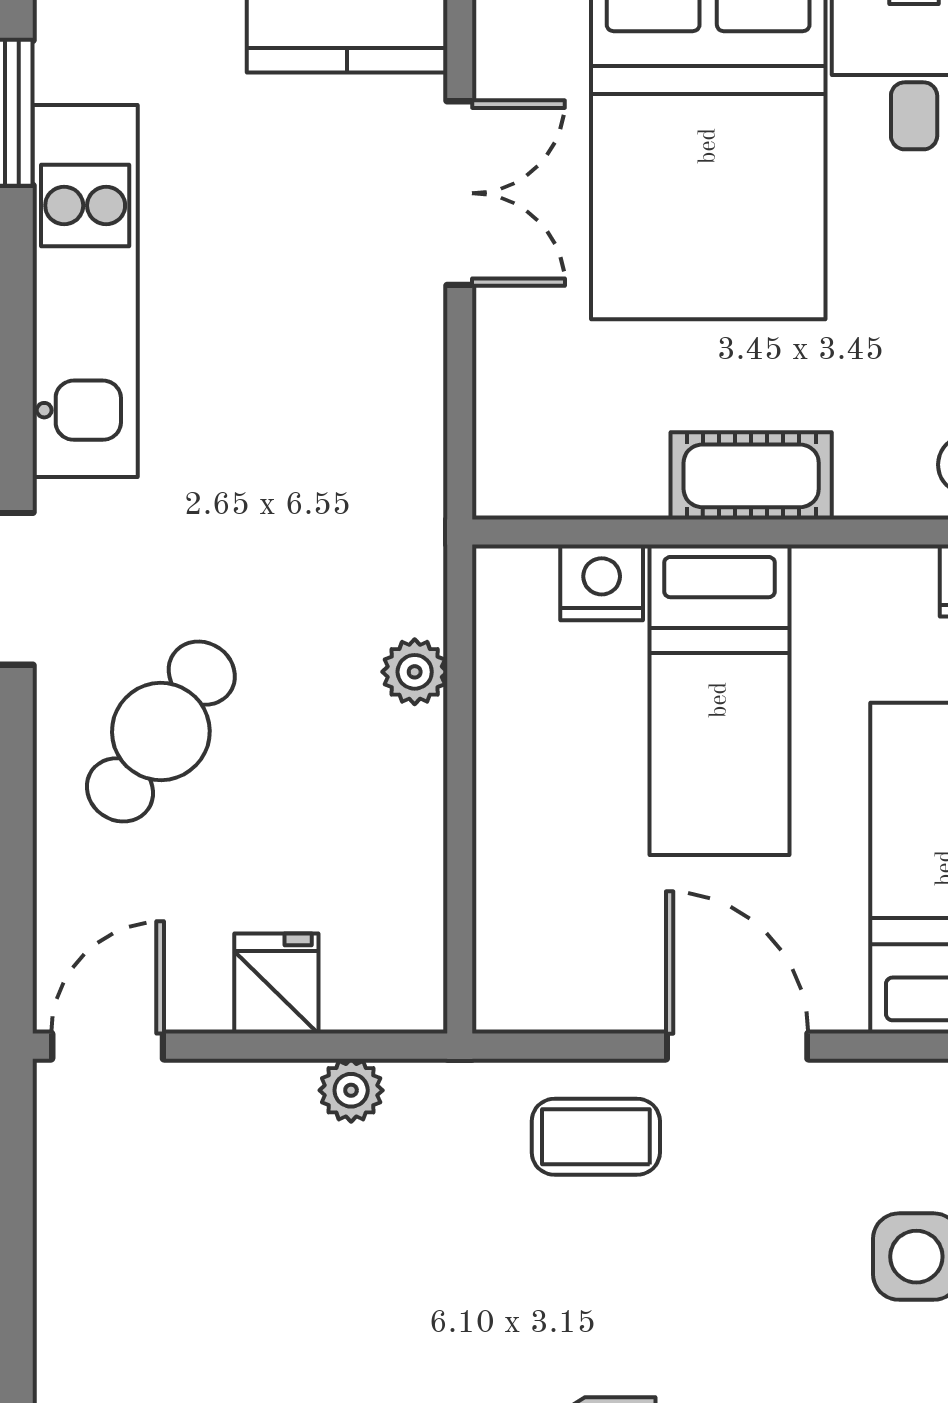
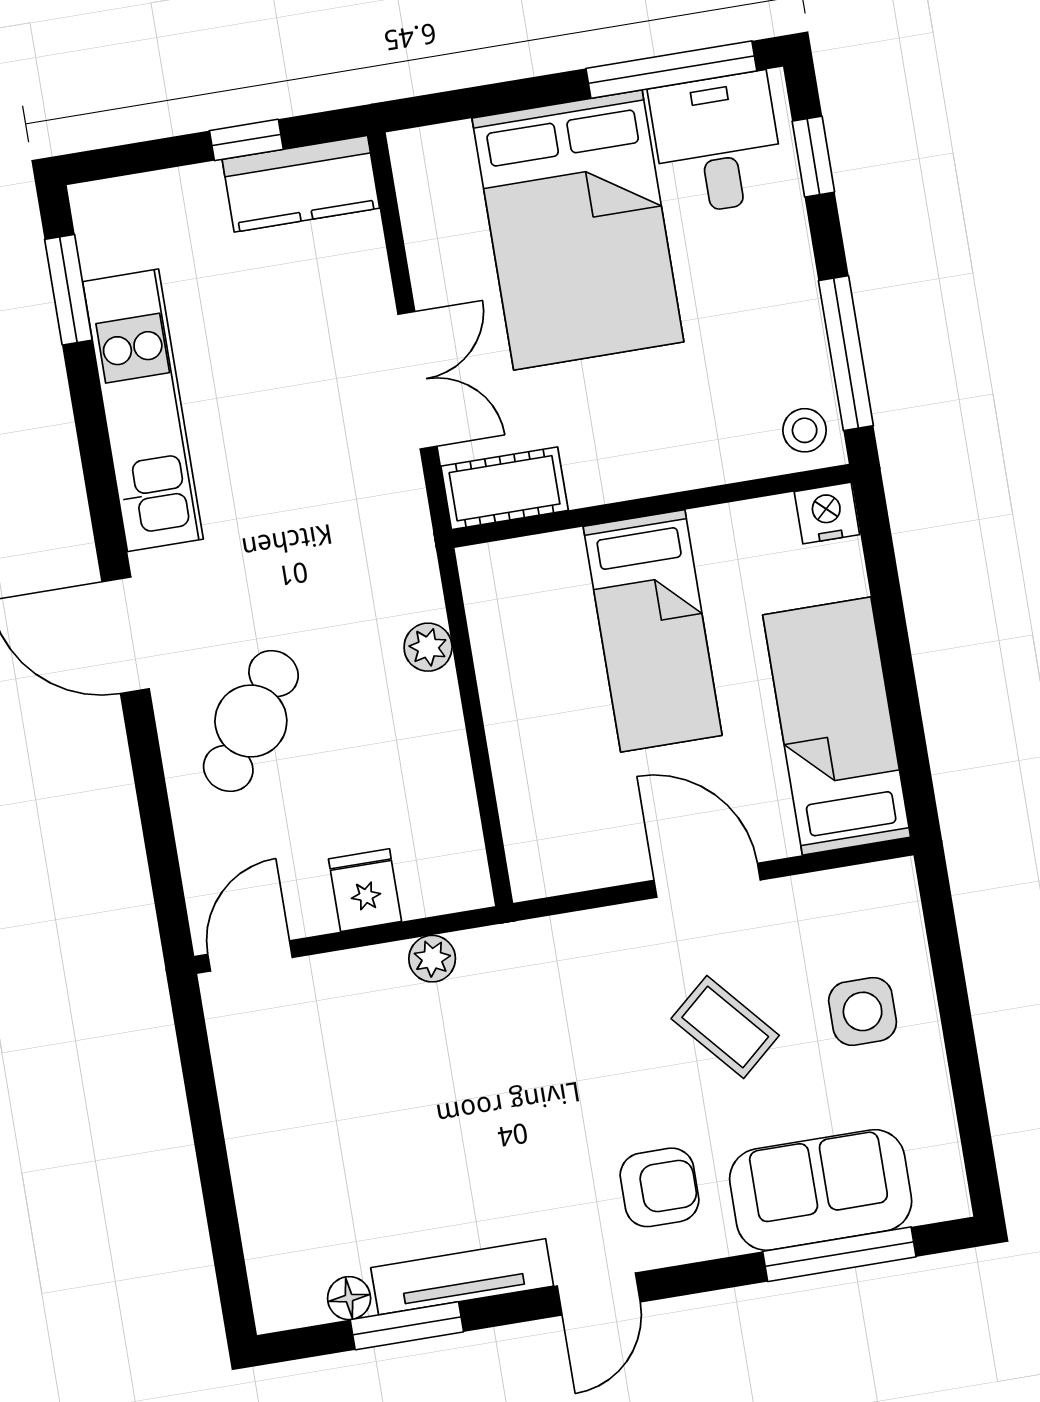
double door: (460, 193) -> (417, 380), moved
cot: (751, 476) -> (505, 488), moved
nightstand: (602, 582) -> (553, 560), removed
coffee table: (596, 1137) -> (725, 1027), moved, turned 49

